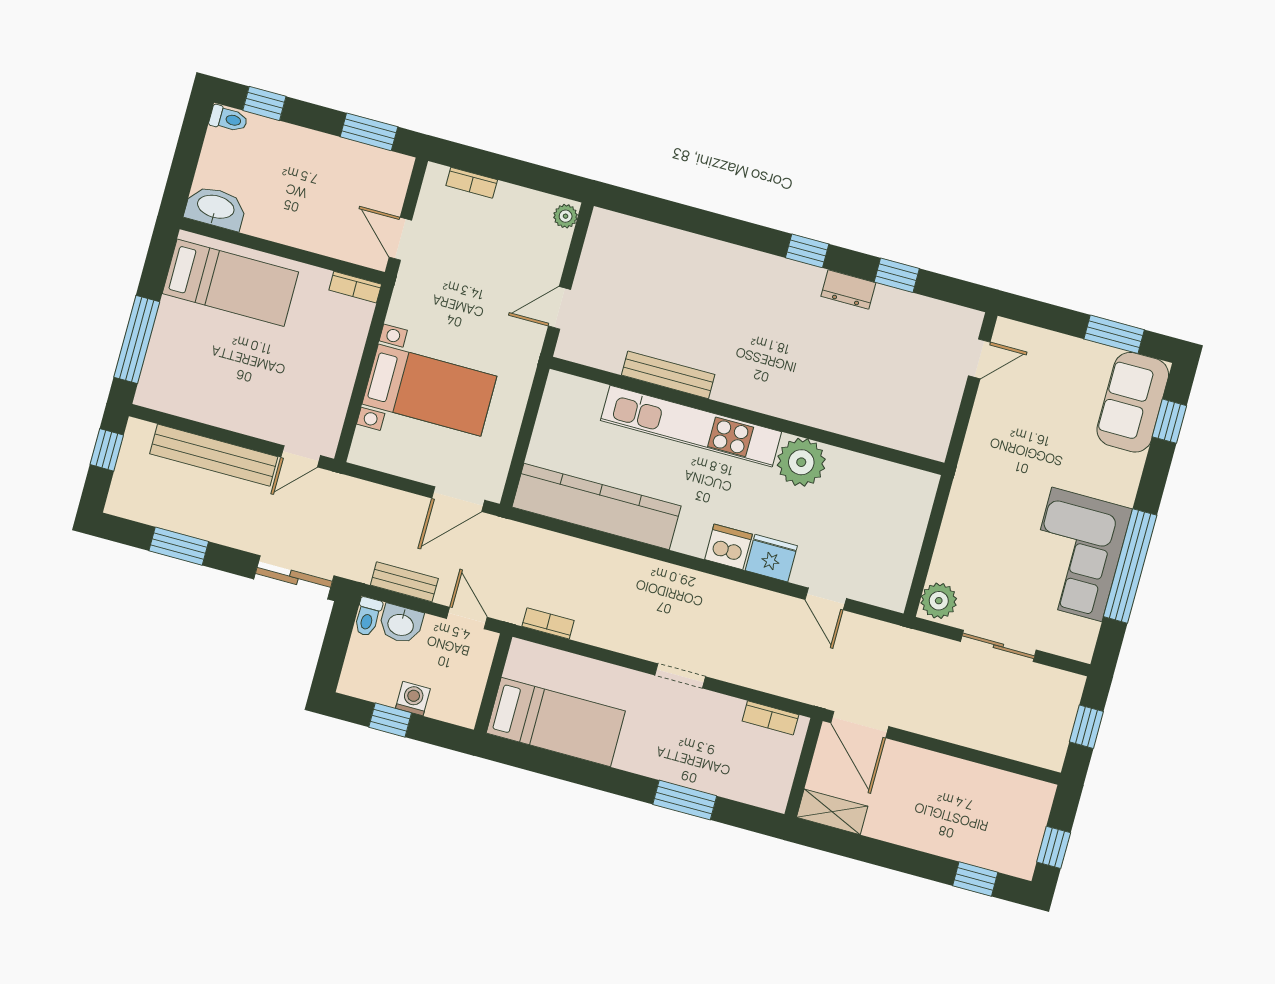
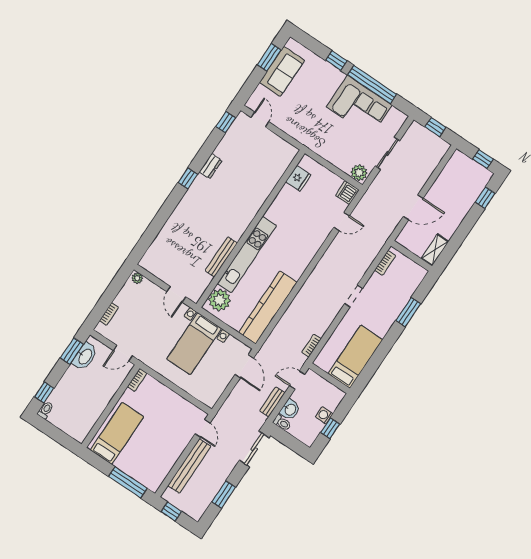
washbasin: (216, 208) -> (85, 356), moved, turned 180
window: (897, 275) -> (226, 122), moved
bed with nightstands: (429, 390) -> (194, 344), moved, turned 180
sofa: (1133, 402) -> (282, 71), moved, turned -90
window: (1169, 421) -> (336, 61), moved
plant: (801, 462) -> (220, 300), moved
dishwasher: (728, 547) -> (347, 193), moved
fridge: (771, 558) -> (298, 178), moved, turned 180
door: (860, 725) -> (413, 207), moved

